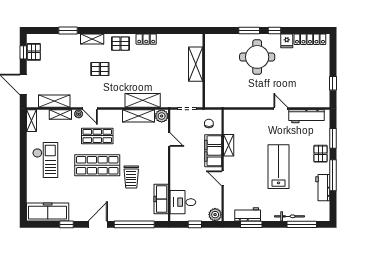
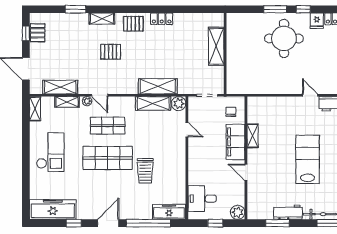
freezer: (161, 199) -> (169, 212), moved, turned 90
workbench: (248, 214) -> (288, 212), moved

